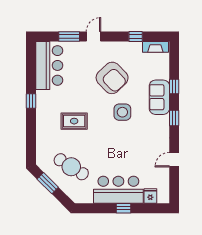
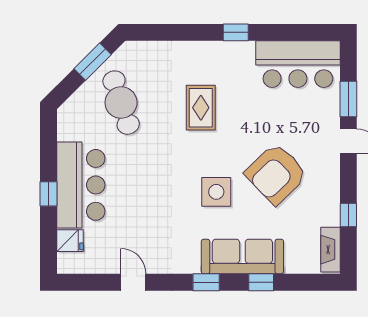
sofa: (159, 97) -> (242, 256), width x1.36
cafe table: (71, 167) -> (121, 103), turned -50

